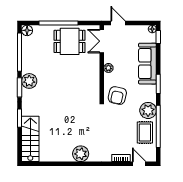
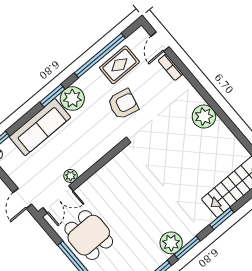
plant: (108, 68) -> (71, 176), moved
armchair: (117, 95) -> (123, 104), moved
plant: (148, 110) -> (72, 99), moved

